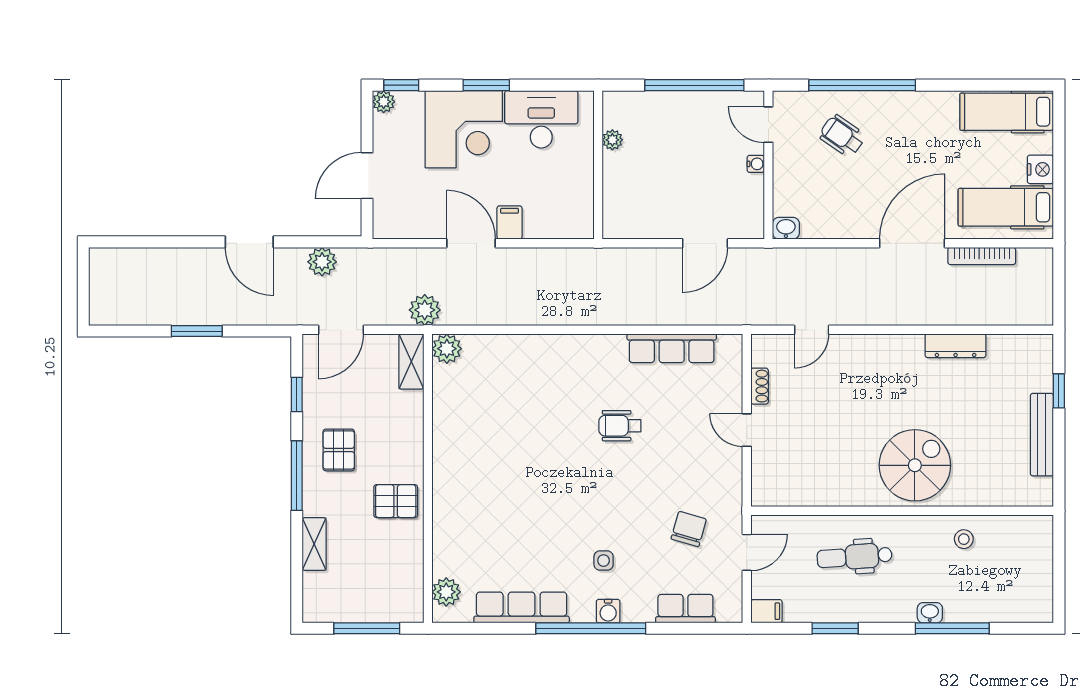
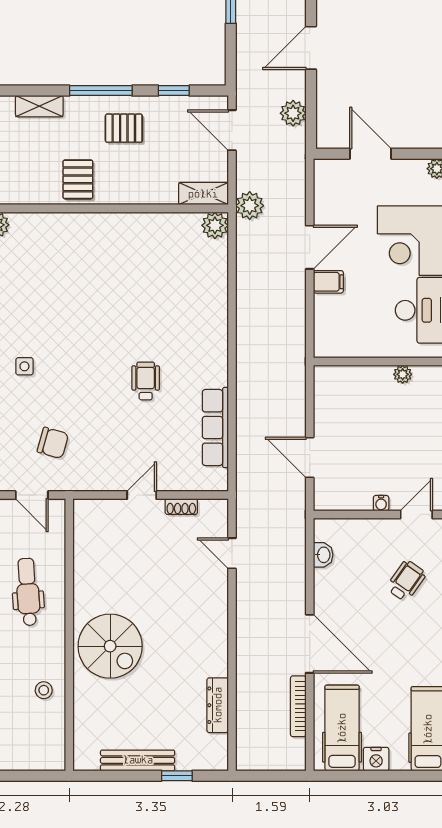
washbasin: (786, 228) -> (323, 555), moved
dresser: (956, 346) -> (218, 705), moved

